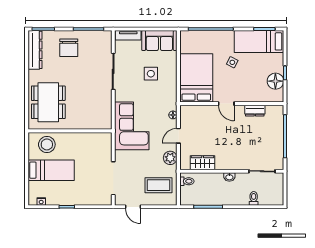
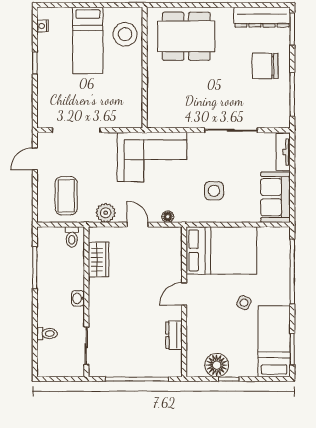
side table: (151, 74) -> (214, 191), moved

